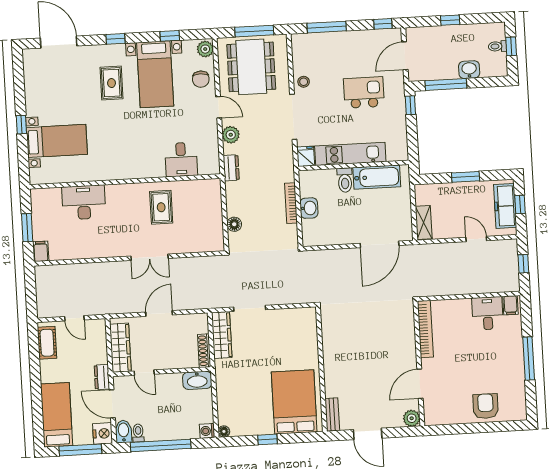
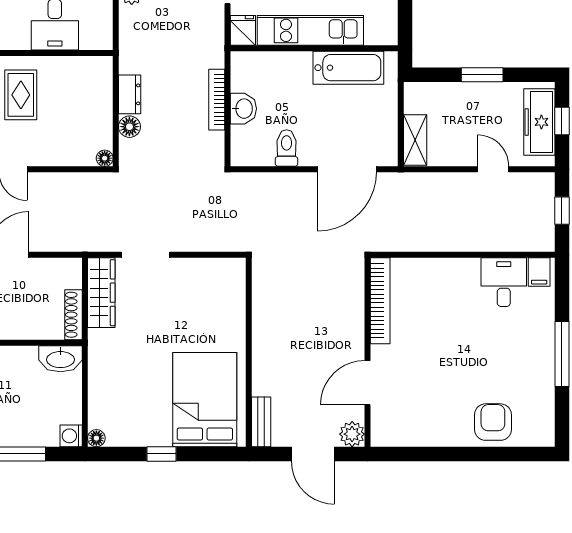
dresser: (231, 168) -> (130, 94), moved
toilet: (345, 180) -> (287, 148), moved, turned 180
floor lamp: (219, 246) -> (105, 158), added
bookcase: (425, 329) -> (380, 301), moved
wall: (419, 364) -> (368, 352), moved
door: (420, 384) -> (368, 383), moved
plant: (412, 418) -> (352, 434), moved

